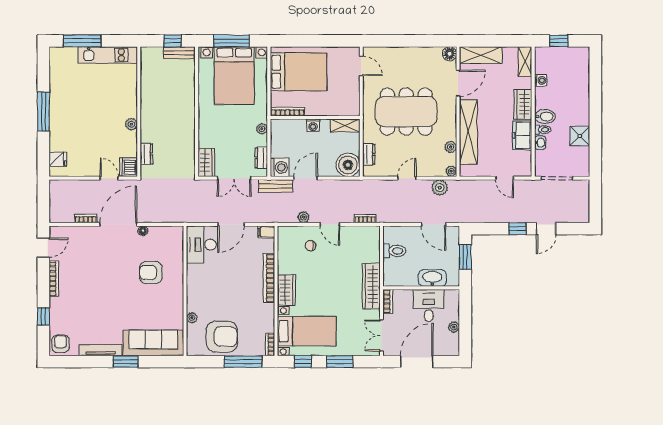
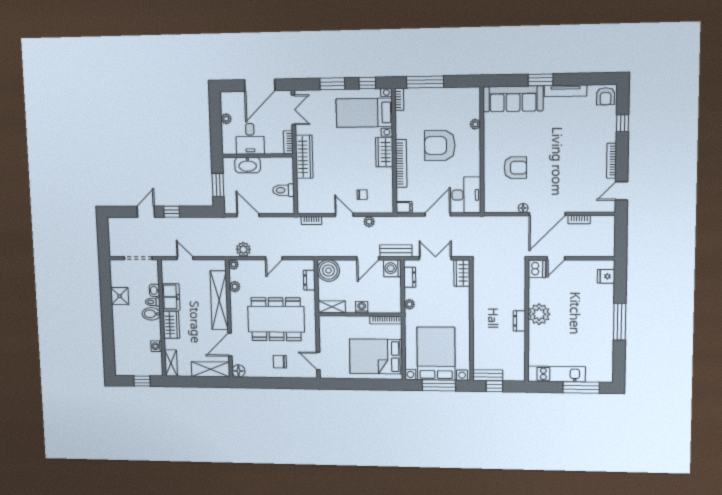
chair: (403, 65) -> (280, 362), added
plant: (131, 124) -> (539, 314), width x1.88, depth x1.88
dresser: (146, 154) -> (519, 321), moved
door: (109, 178) -> (556, 258), hinge flipped
armchair: (222, 337) -> (440, 145), moved

